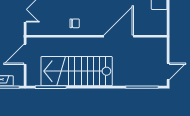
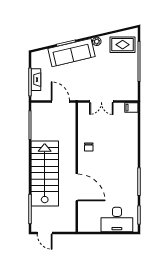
stairs: (77, 71) -> (45, 173), moved

